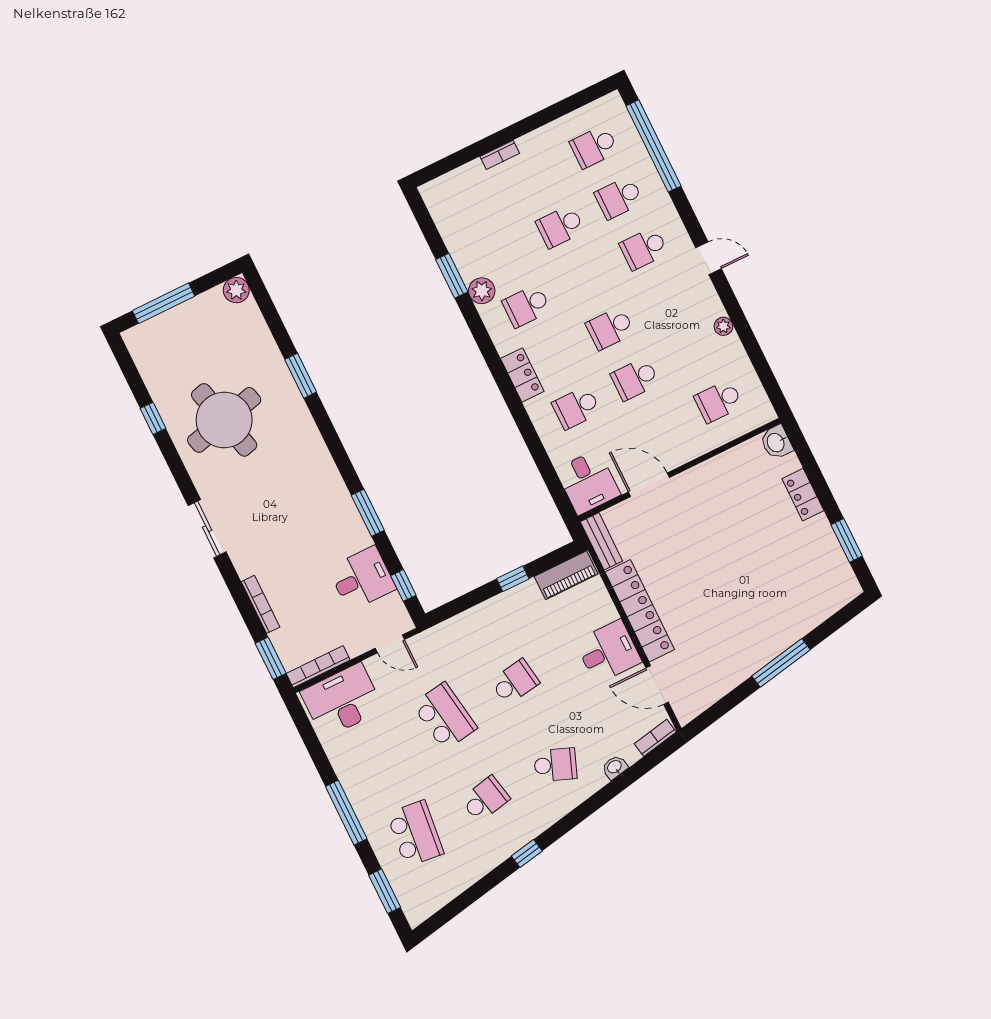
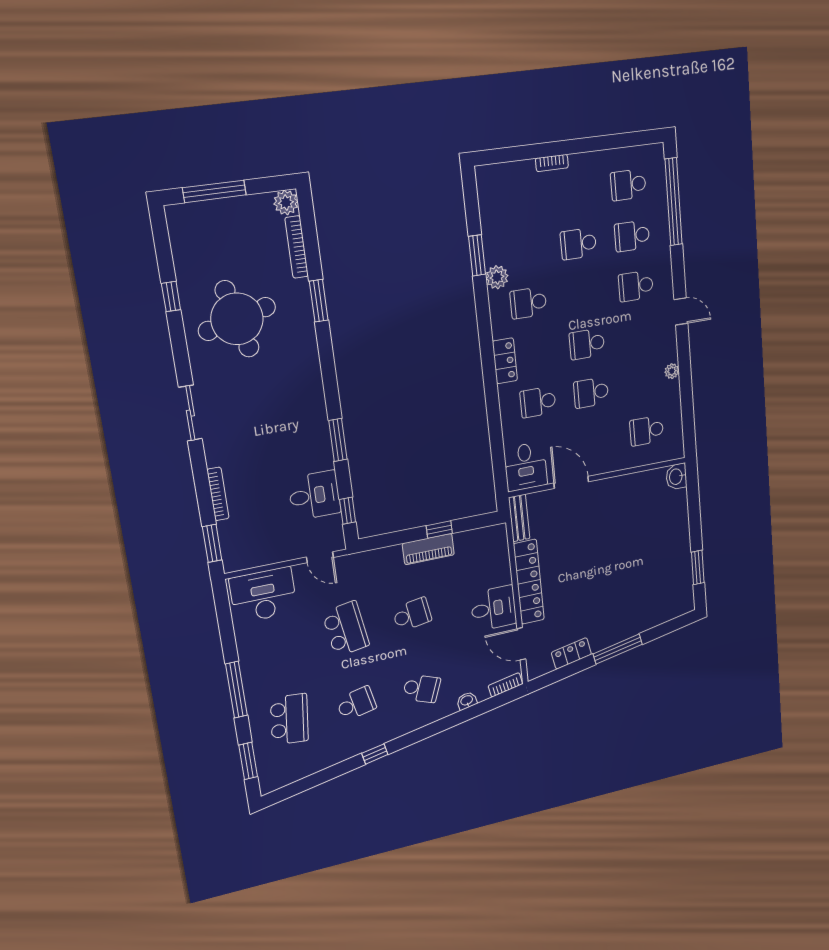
locker: (803, 495) -> (571, 653), moved, turned 79
piano: (566, 575) -> (428, 549), moved
bookcase: (318, 667) -> (297, 247), moved, turned -90

